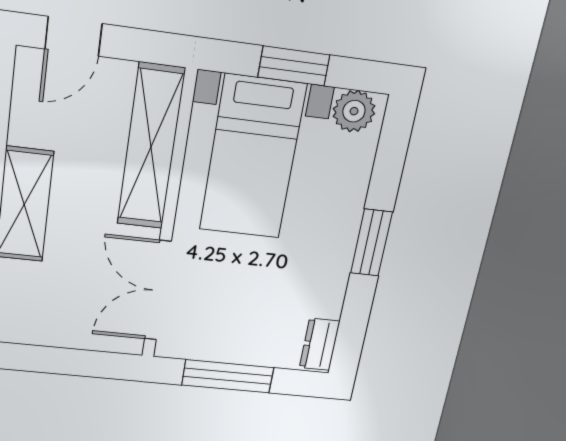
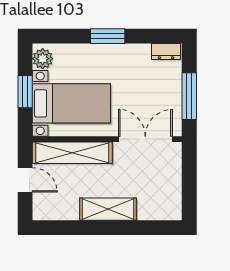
door: (74, 36) -> (25, 180), moved
double door: (158, 291) -> (145, 139), swing flipped

